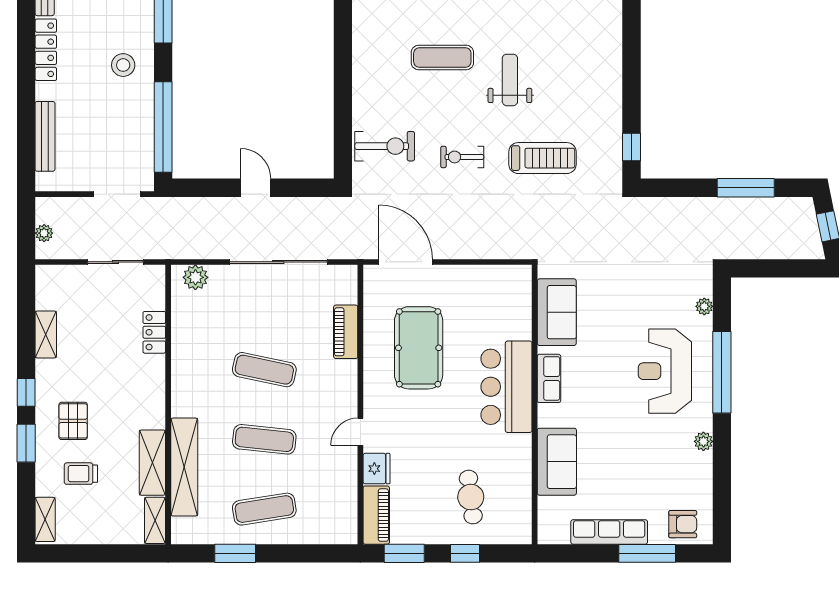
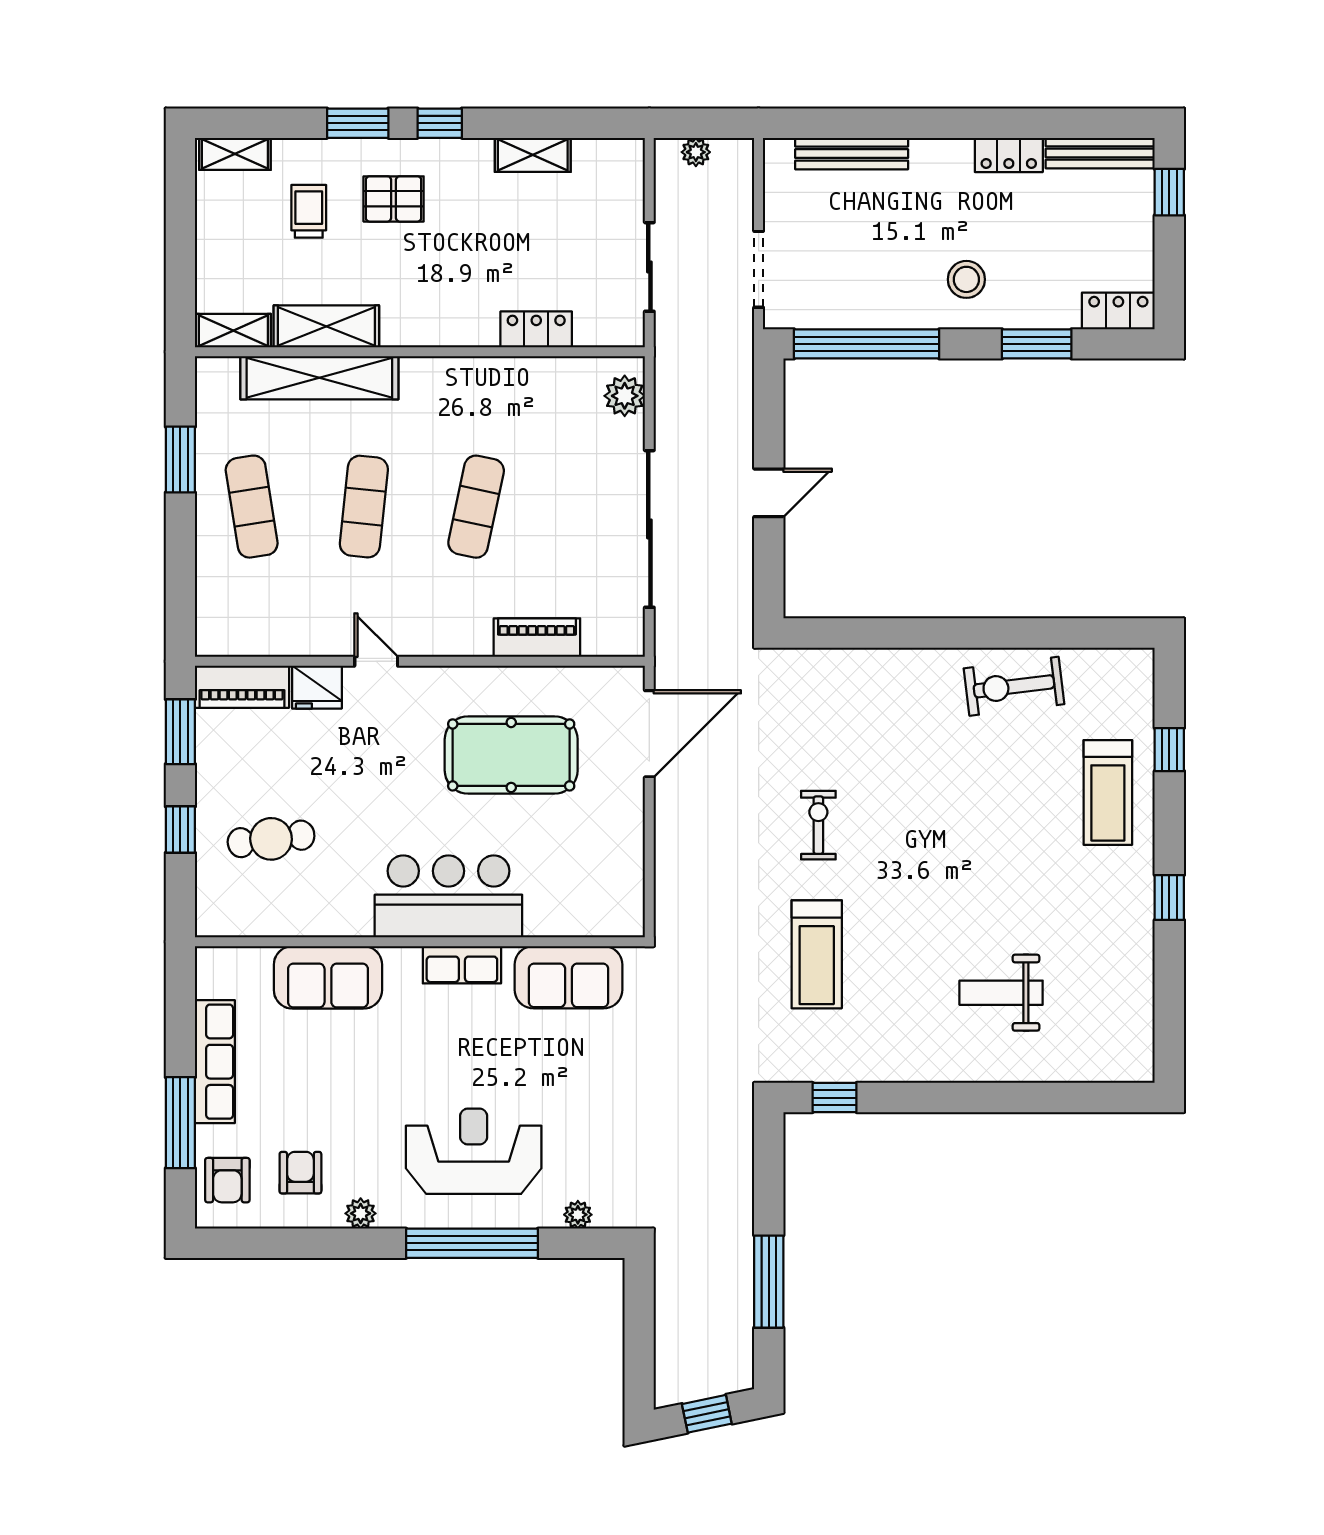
locker: (46, 50) -> (1009, 155), width x0.66
exercise mat: (442, 58) -> (978, 793), removed
weight bench: (510, 80) -> (1001, 993), moved, turned 180
exercise bike: (385, 146) -> (1014, 686), moved, turned 83
armchair: (678, 479) -> (300, 1173), added

